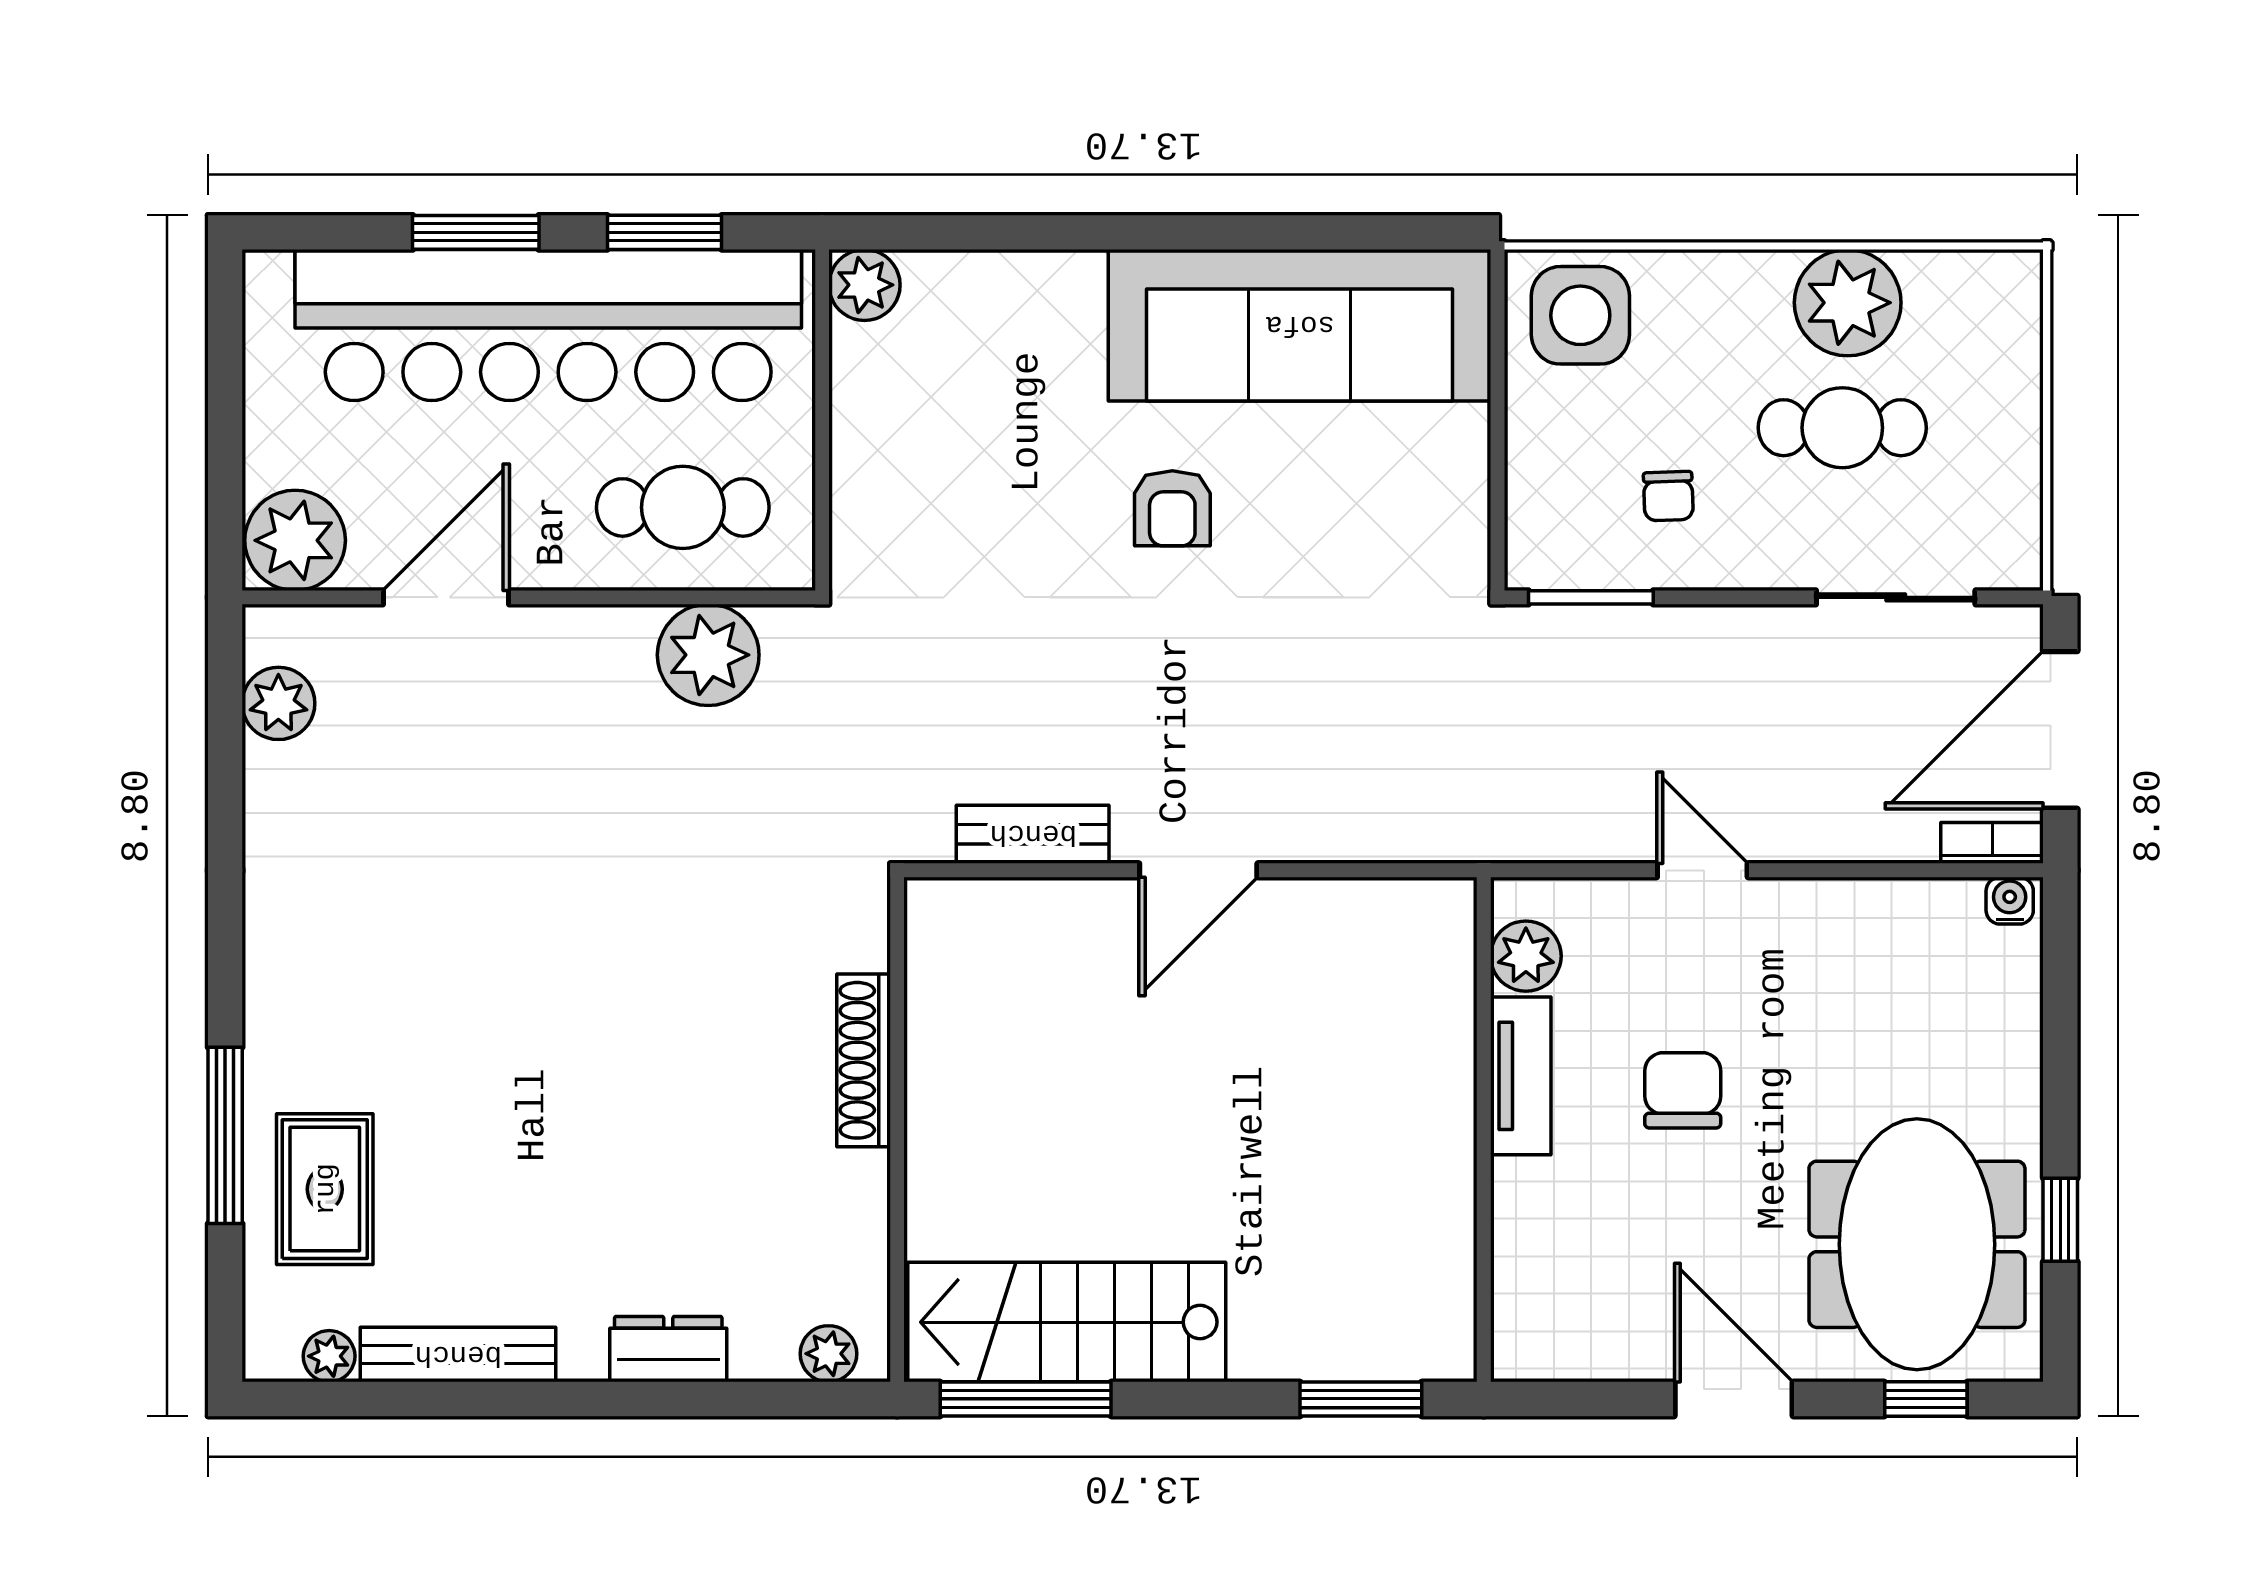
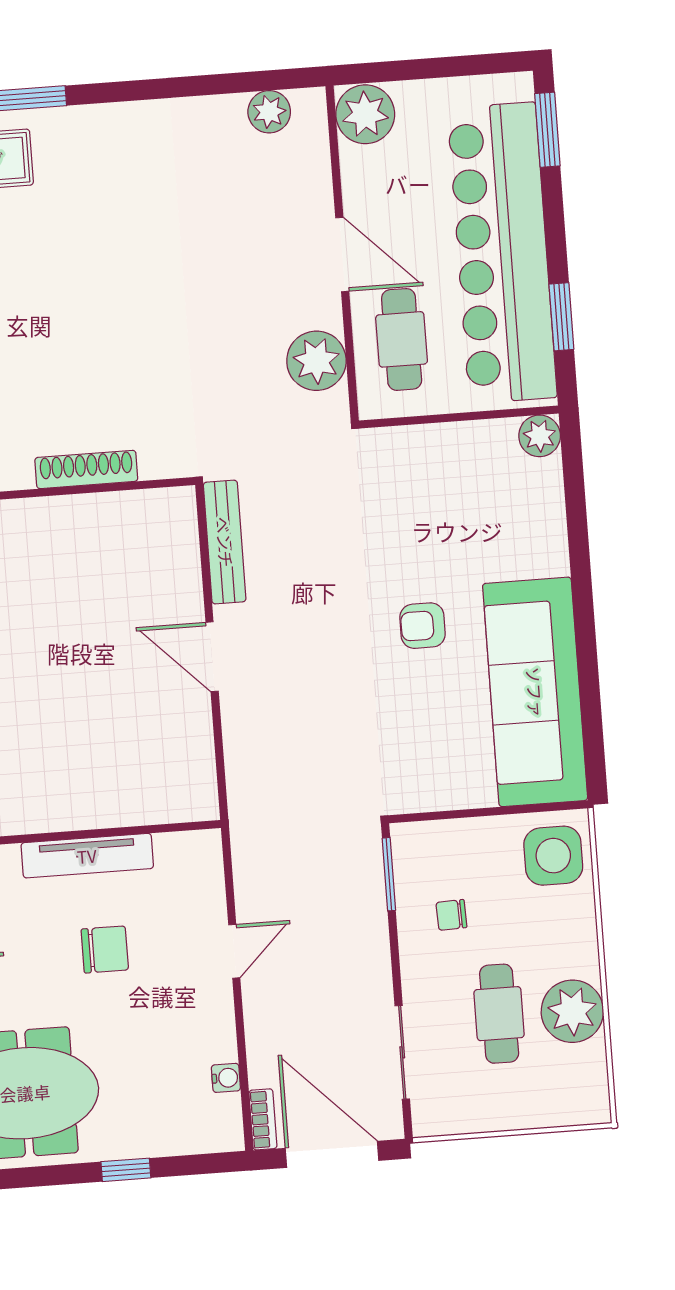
window: (476, 232) -> (547, 130), moved
door: (446, 597) -> (342, 255), moved
bench: (1033, 834) -> (225, 542), width x1.36
water cooler: (2010, 901) -> (226, 1078), moved
plant: (1526, 956) -> (176, 852), removed
tv unit: (1521, 1076) -> (87, 856), width x1.41
window: (2060, 1220) -> (126, 1170), moved

